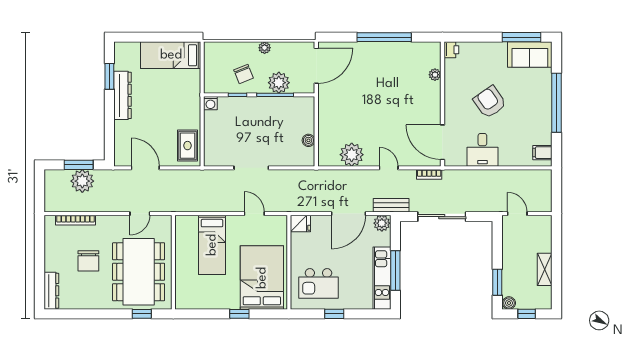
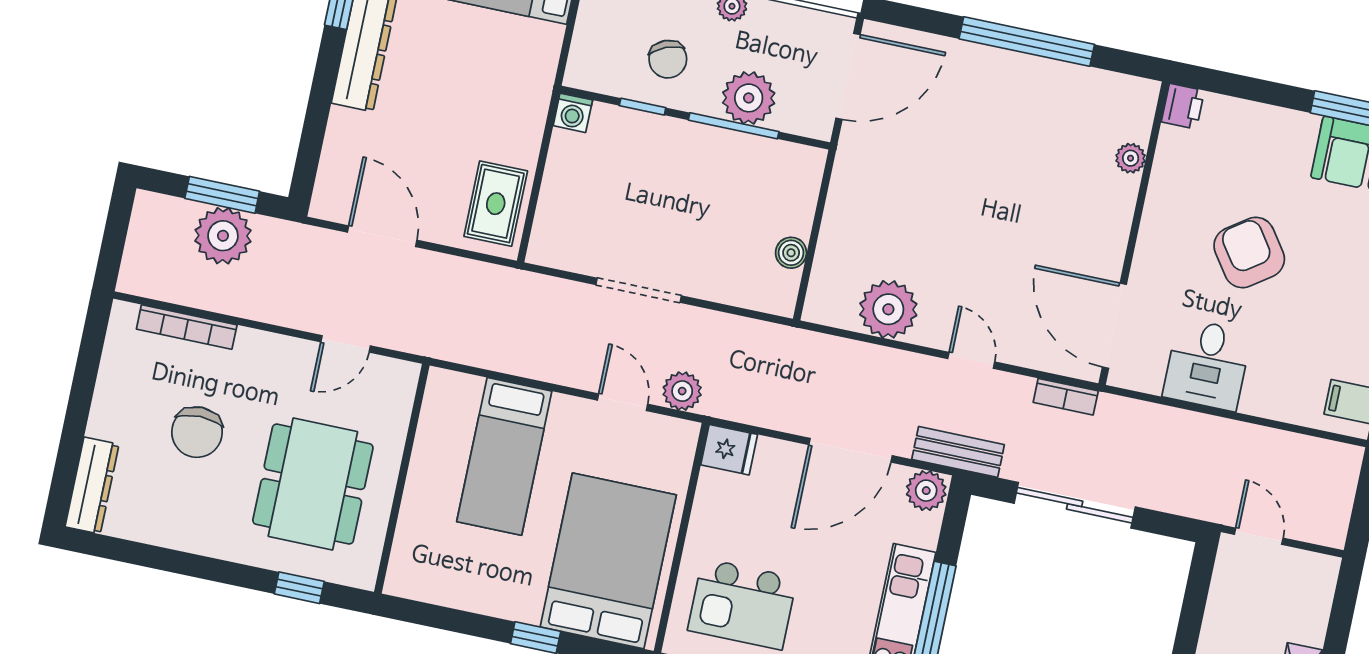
plant: (277, 204) -> (682, 391), added
dining table: (139, 272) -> (313, 484), width x0.73, depth x0.80

